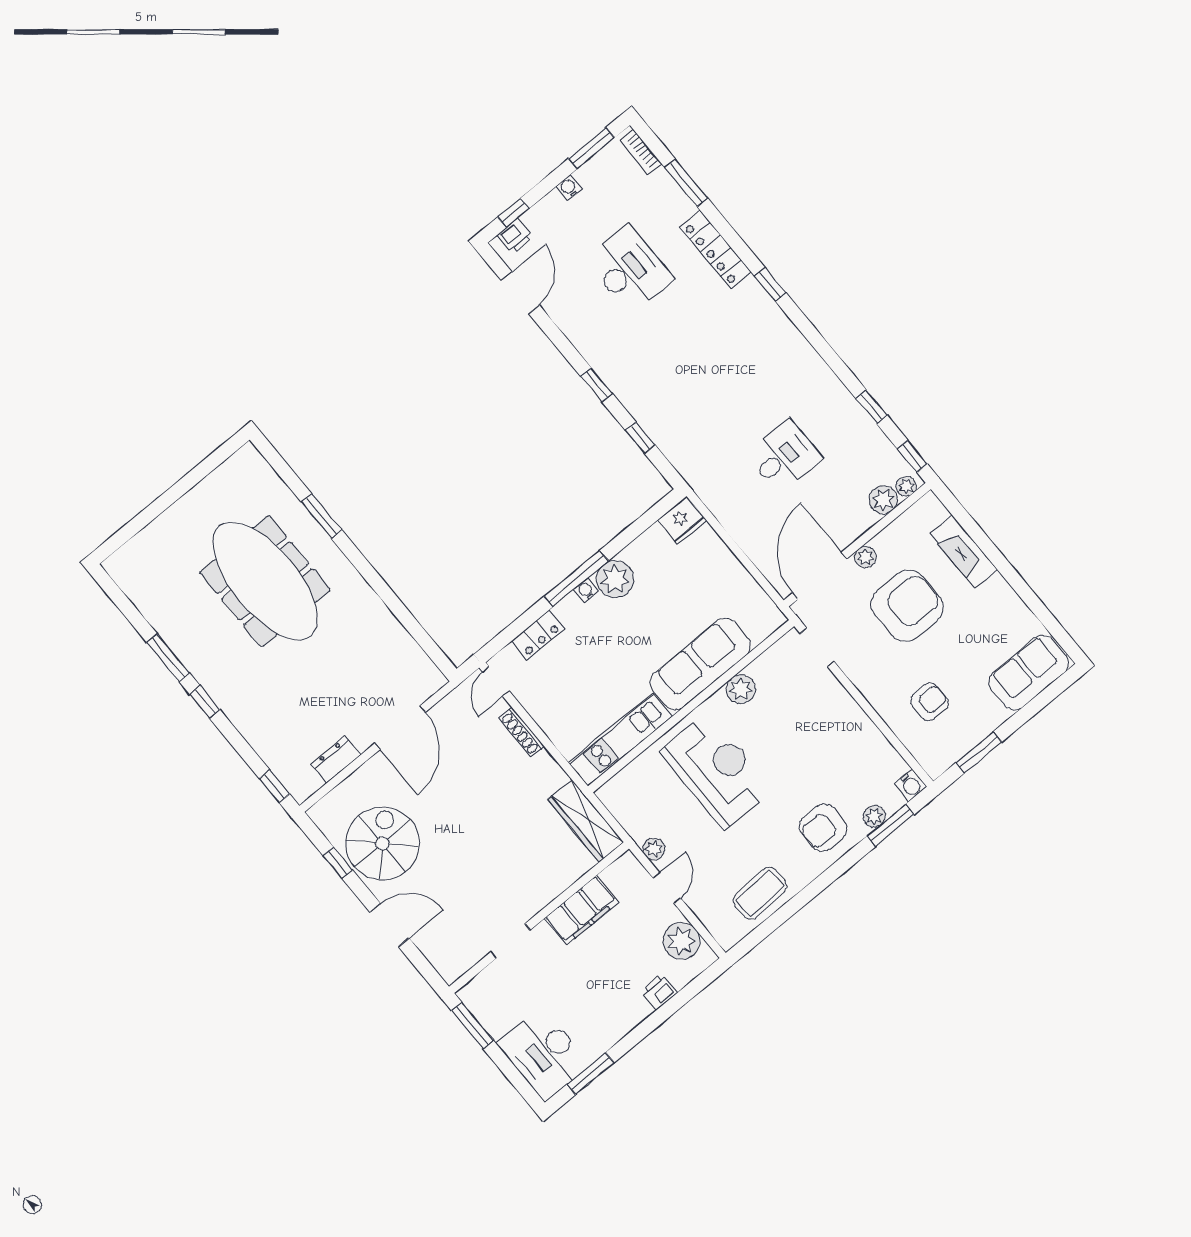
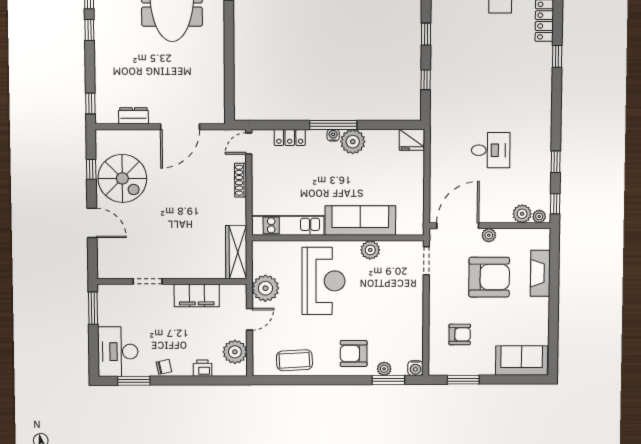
spiral stairs: (382, 844) -> (122, 178), turned 90
plant: (654, 849) -> (265, 288), width x1.88, depth x1.88
chair: (613, 1028) -> (164, 367), added

